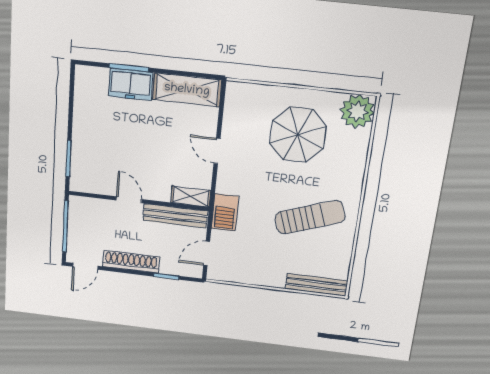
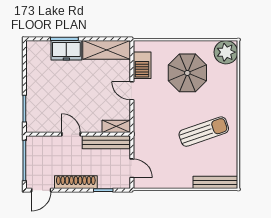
barbecue: (225, 212) -> (142, 65), moved
door: (207, 253) -> (132, 168), swing flipped

